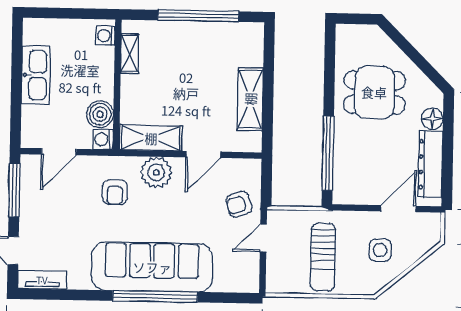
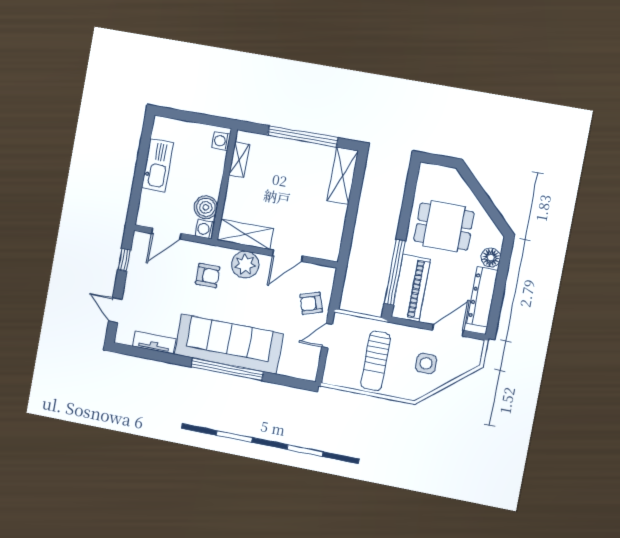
shelving: (250, 99) -> (343, 176), moved
piano: (349, 168) -> (411, 288), added
window: (14, 190) -> (124, 260), width x0.46
armchair: (115, 192) -> (208, 276), turned -90
tv unit: (42, 280) -> (154, 343), moved

